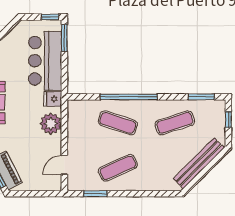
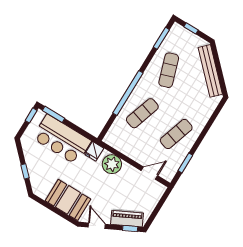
door: (64, 165) -> (149, 173), swing flipped
exercise mat: (118, 168) -> (176, 134), turned 42

